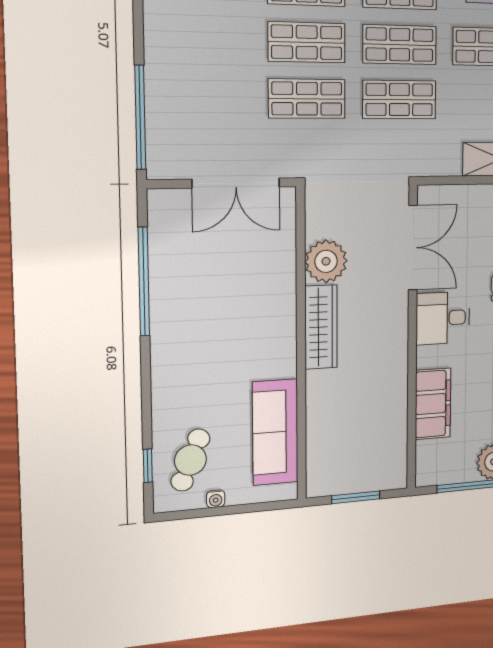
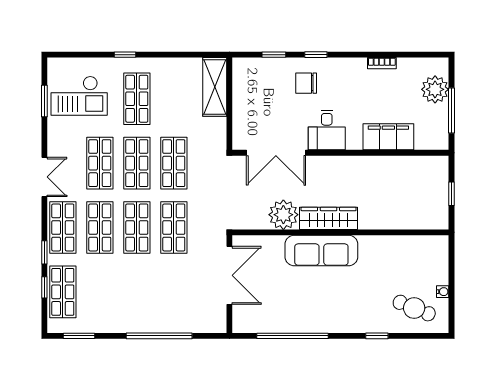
window: (140, 118) -> (159, 336), moved
double door: (413, 248) -> (276, 153), swing flipped
sofa: (275, 432) -> (321, 251), moved
window: (148, 466) -> (377, 336), moved
window: (356, 497) -> (452, 194), width x0.67

